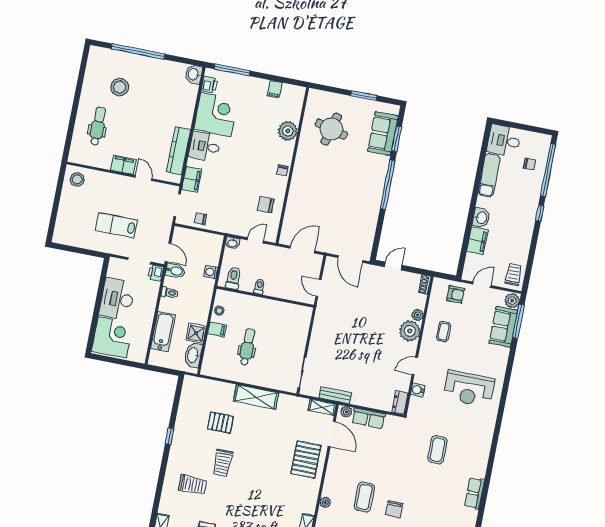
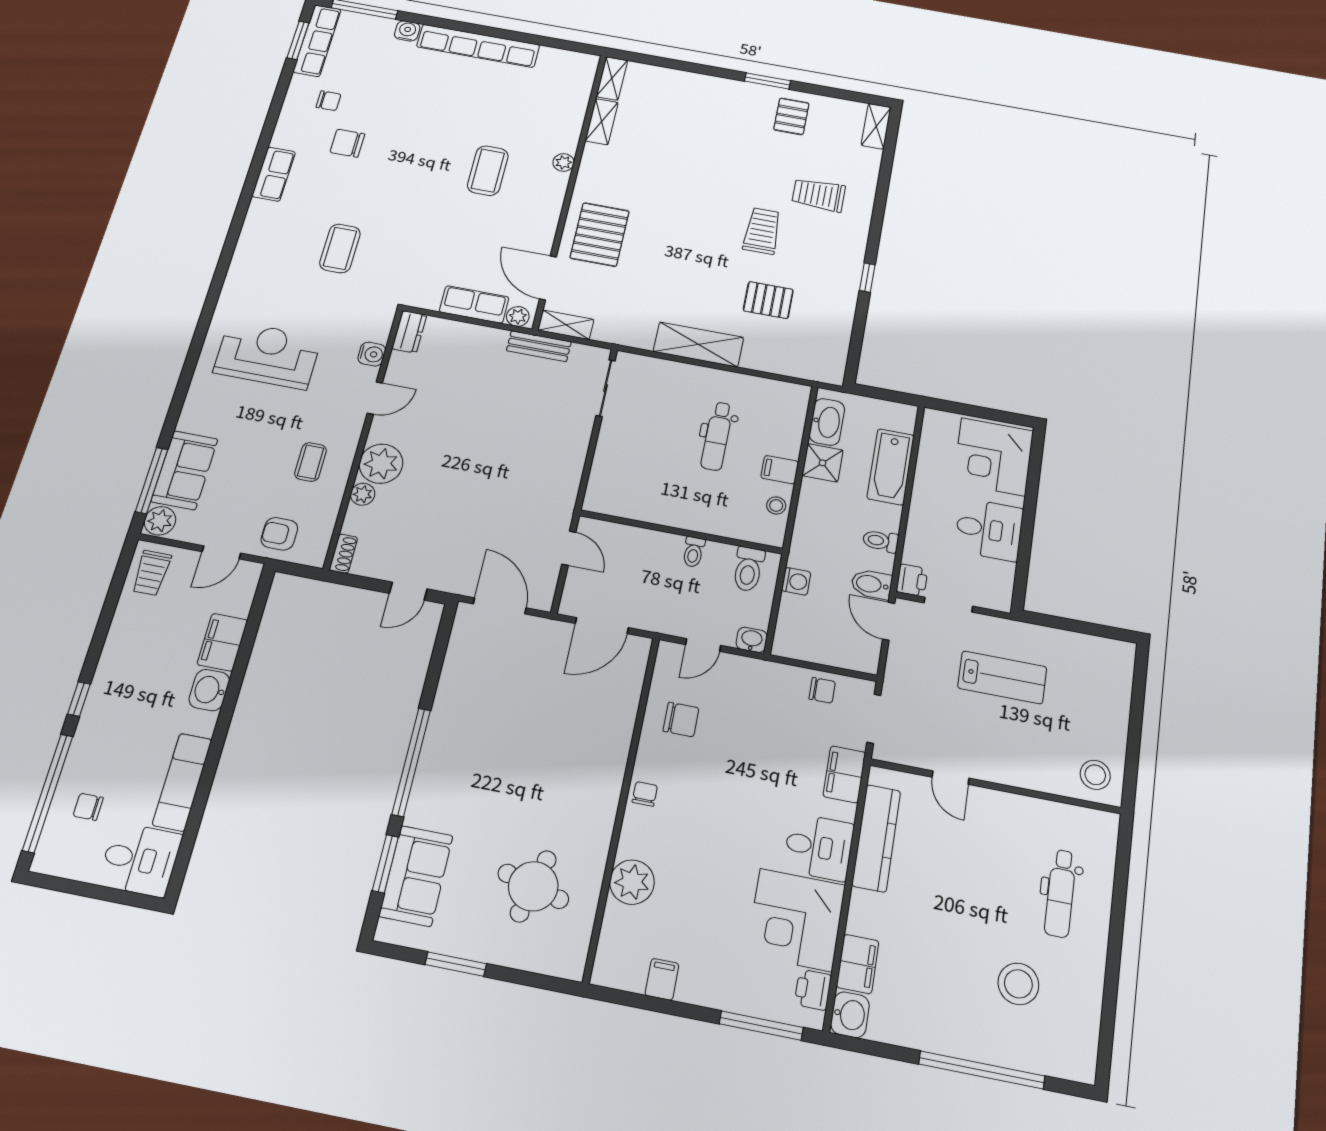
filing cabinet: (123, 165) -> (858, 964), moved, turned -90
desk: (117, 299) -> (989, 530), width x0.73
chair: (394, 509) -> (347, 143), moved, turned -90

